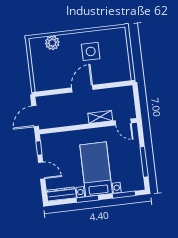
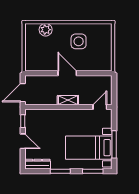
door: (82, 89) -> (67, 73), hinge flipped
shelving: (100, 117) -> (68, 100), moved
door: (123, 122) -> (100, 107), swing flipped
bed with nightstands: (96, 169) -> (89, 148), moved, turned -90

